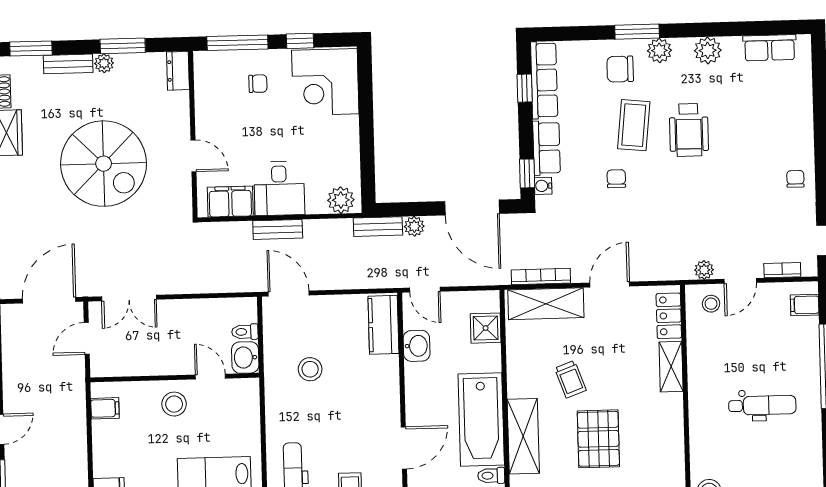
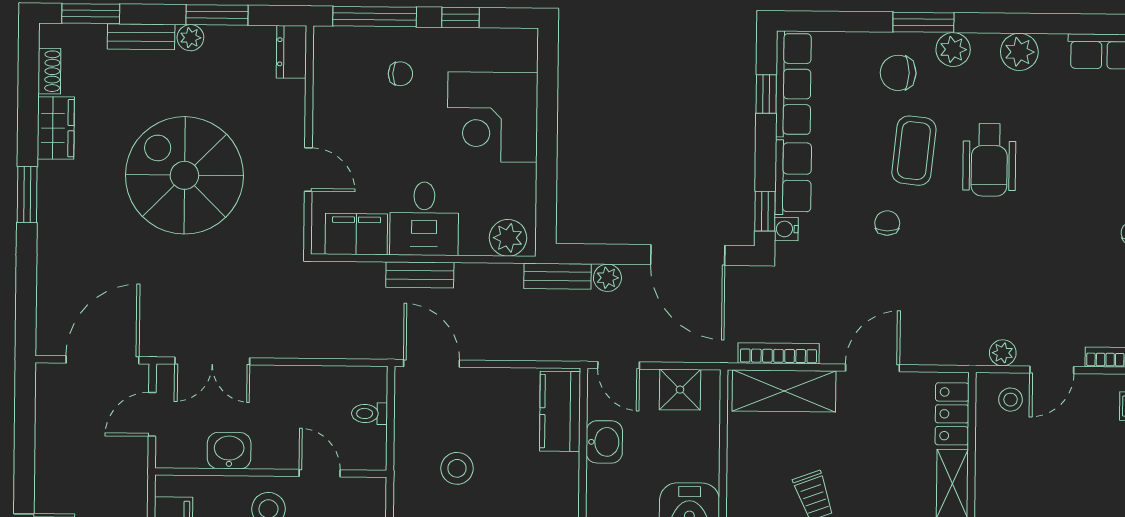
corner desk: (325, 82) -> (492, 117), moved
spiral stairs: (104, 164) -> (184, 175), turned 180
shower: (486, 328) -> (680, 390), moved
washbasin: (245, 357) -> (229, 451), moved, turned 90

